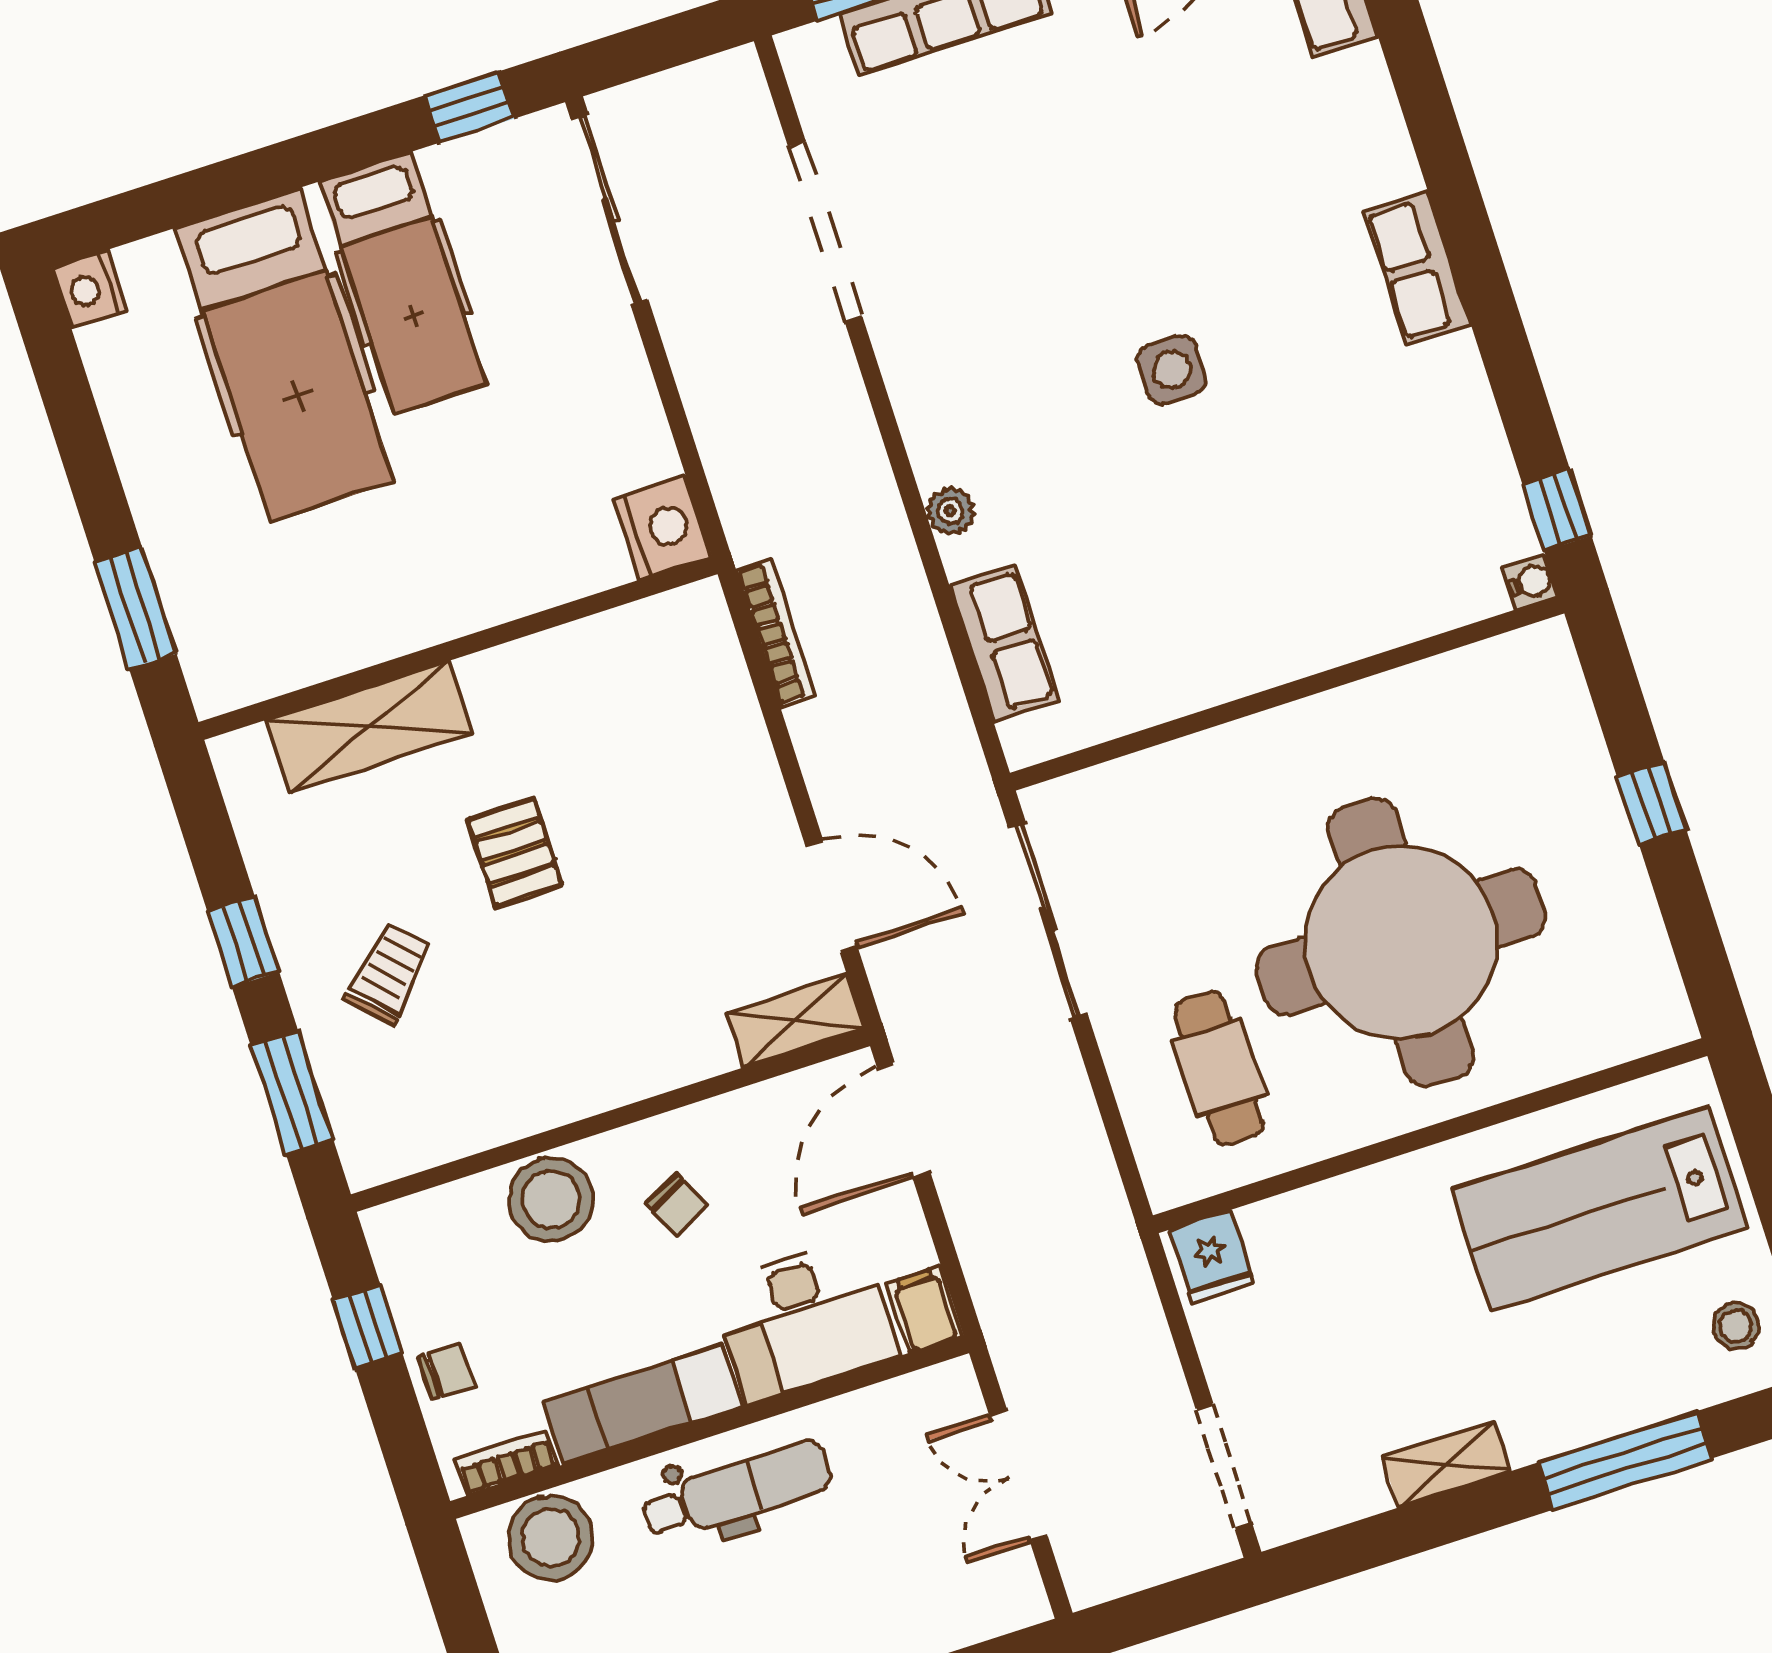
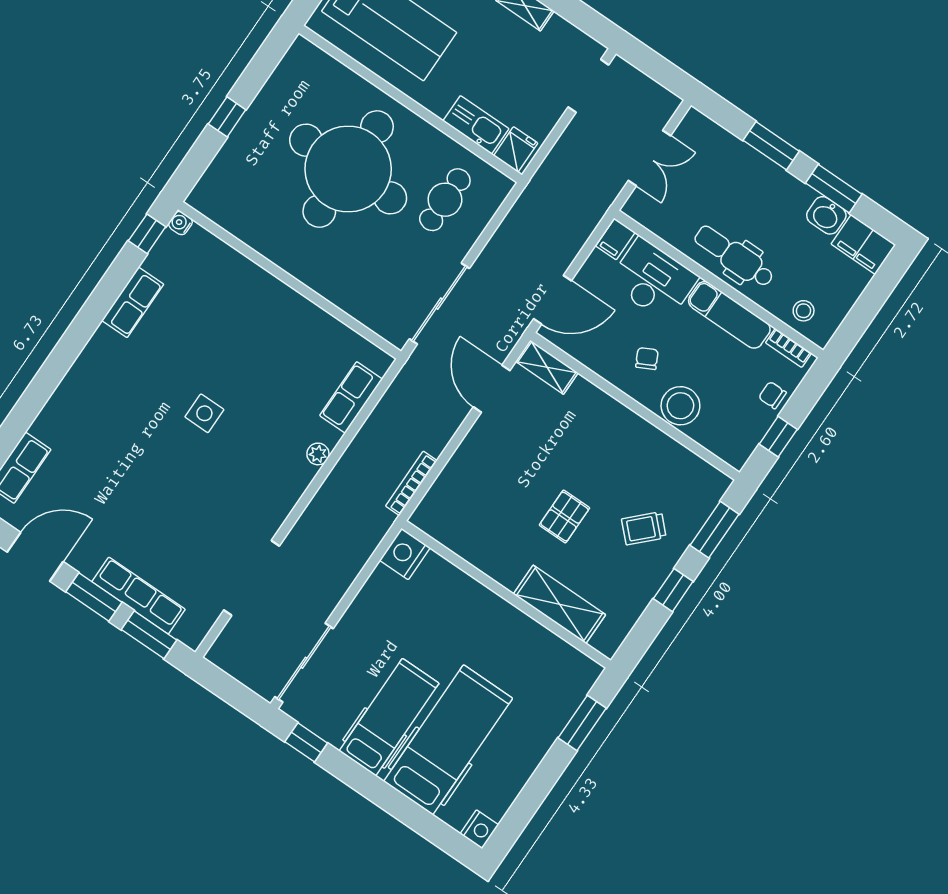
row of seats: (1417, 268) -> (133, 302), moved
kitchen sink: (1307, 1221) -> (476, 125), added
stool: (551, 1538) -> (804, 311), width x0.53, depth x0.53

